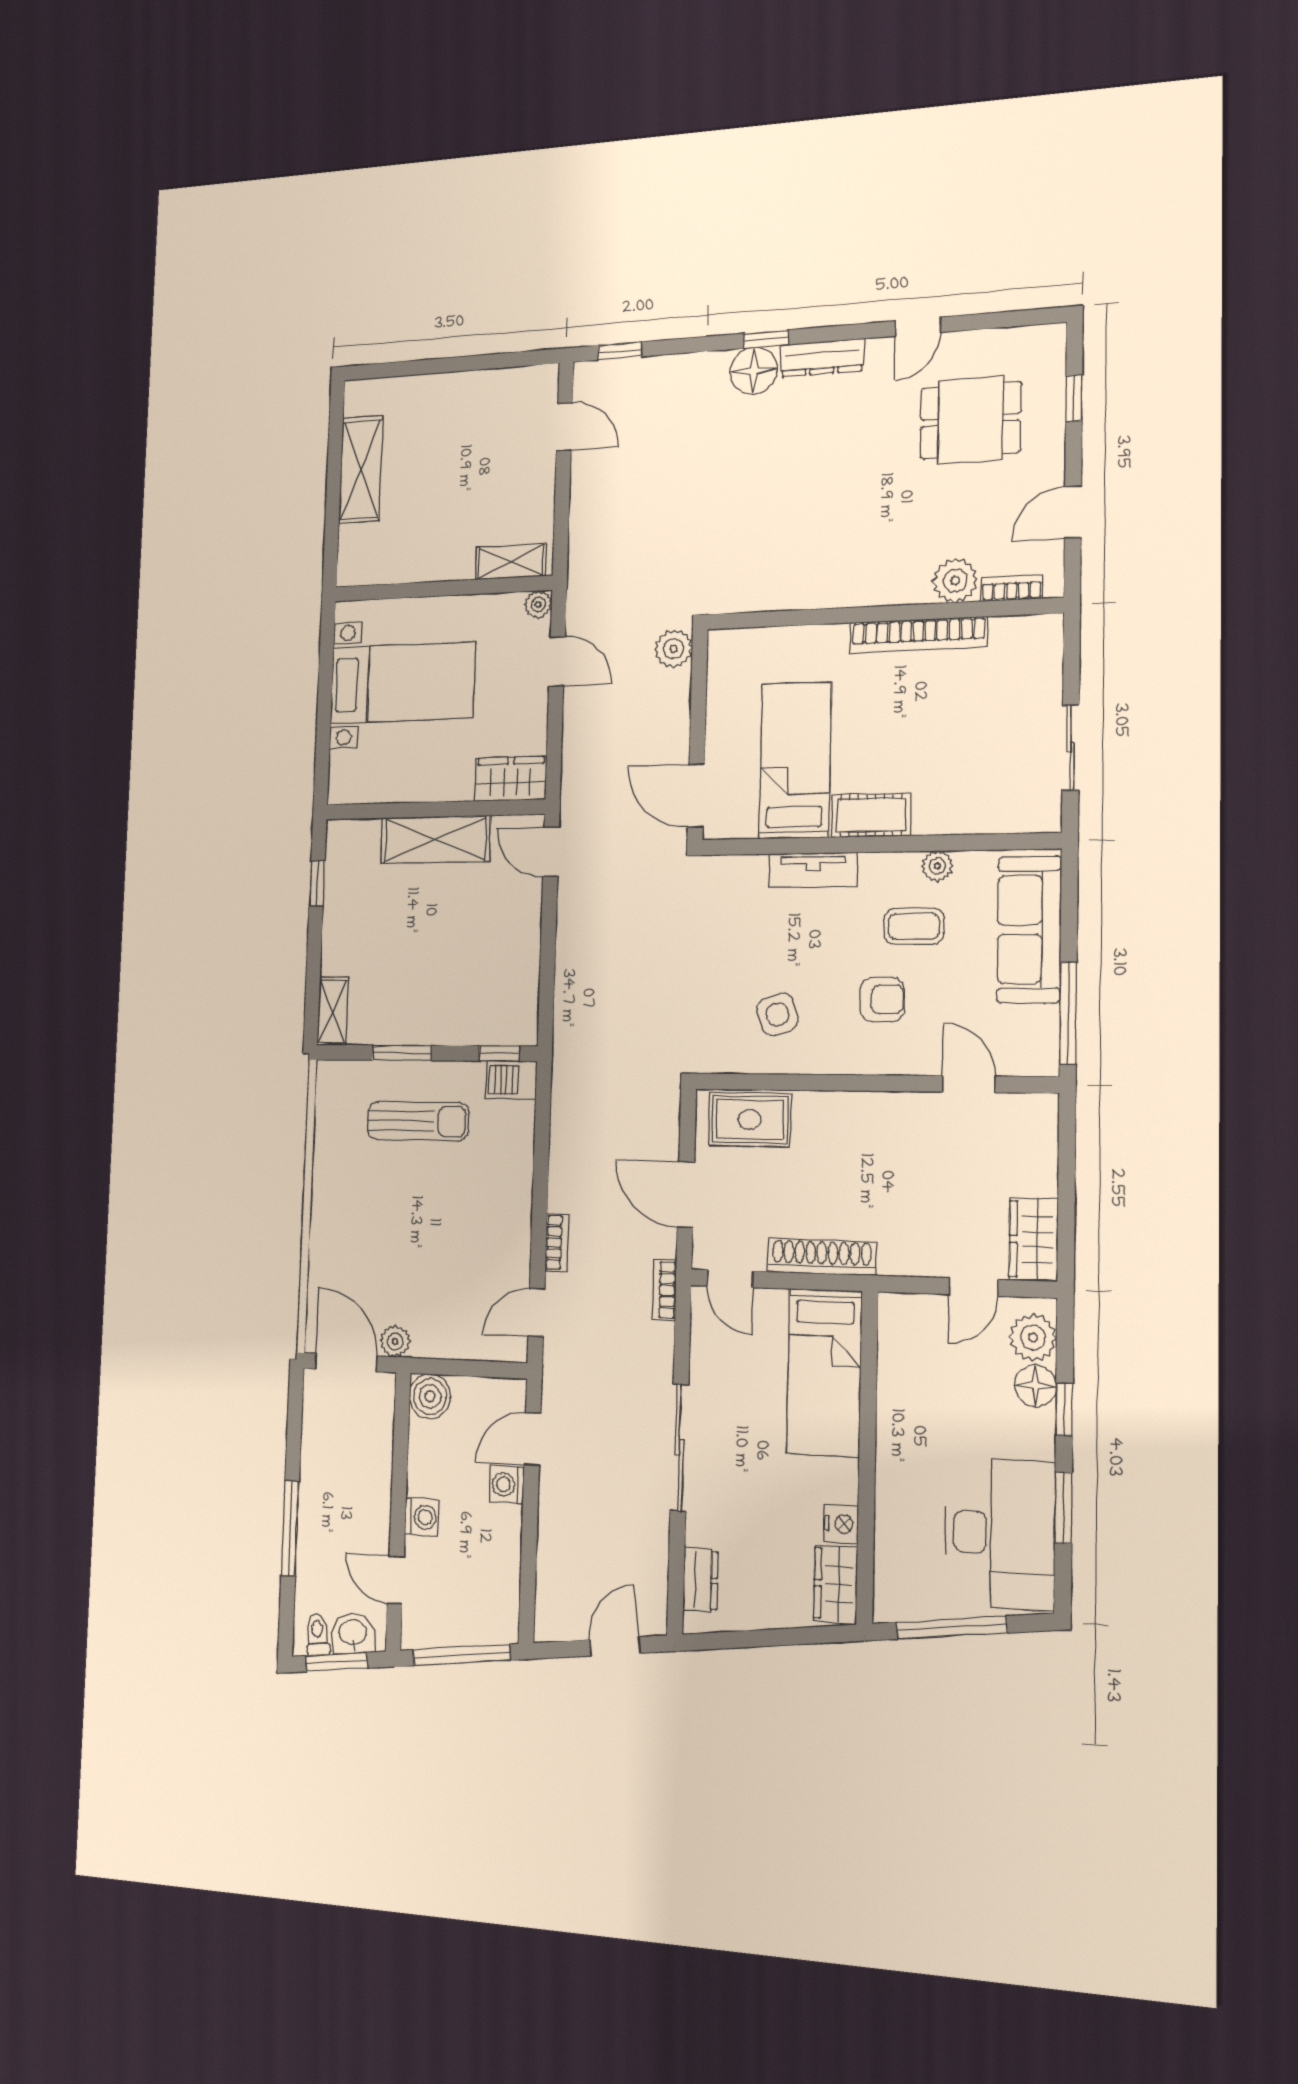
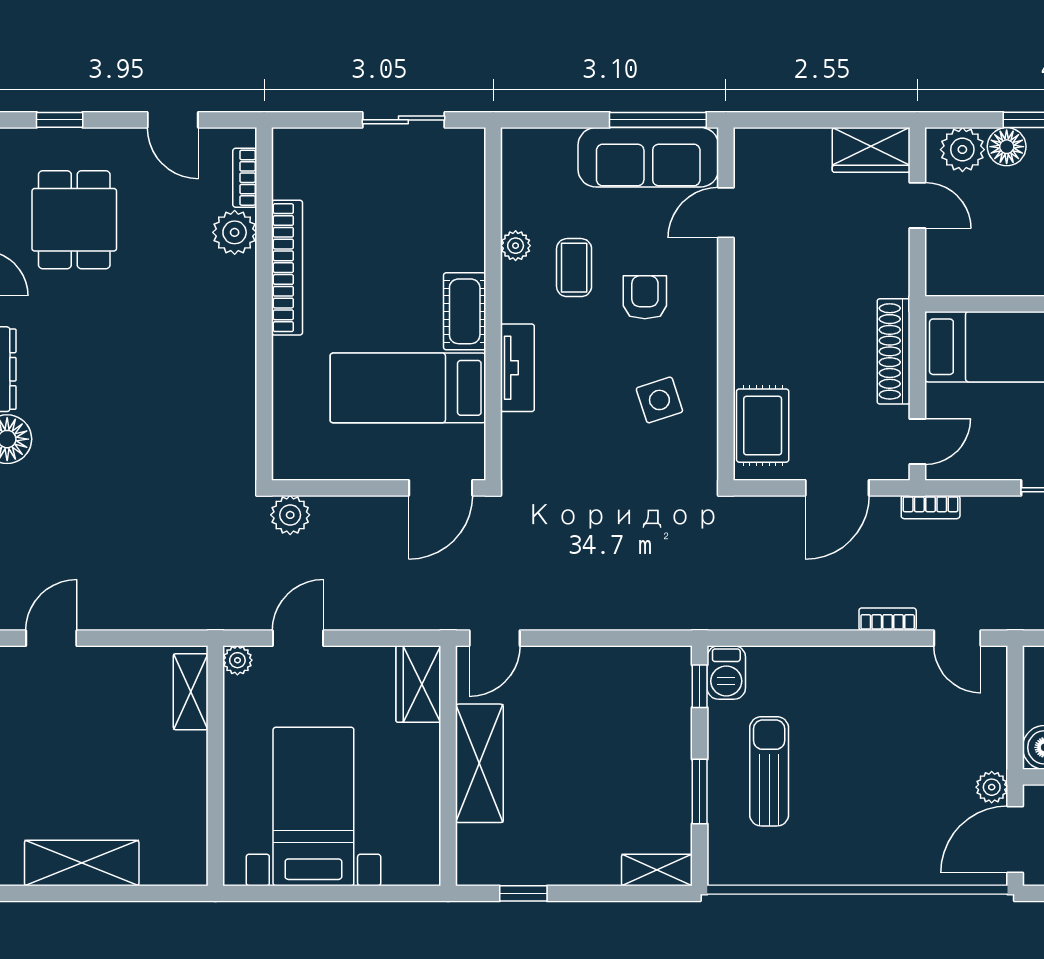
sofa: (1029, 929) -> (648, 157), moved

